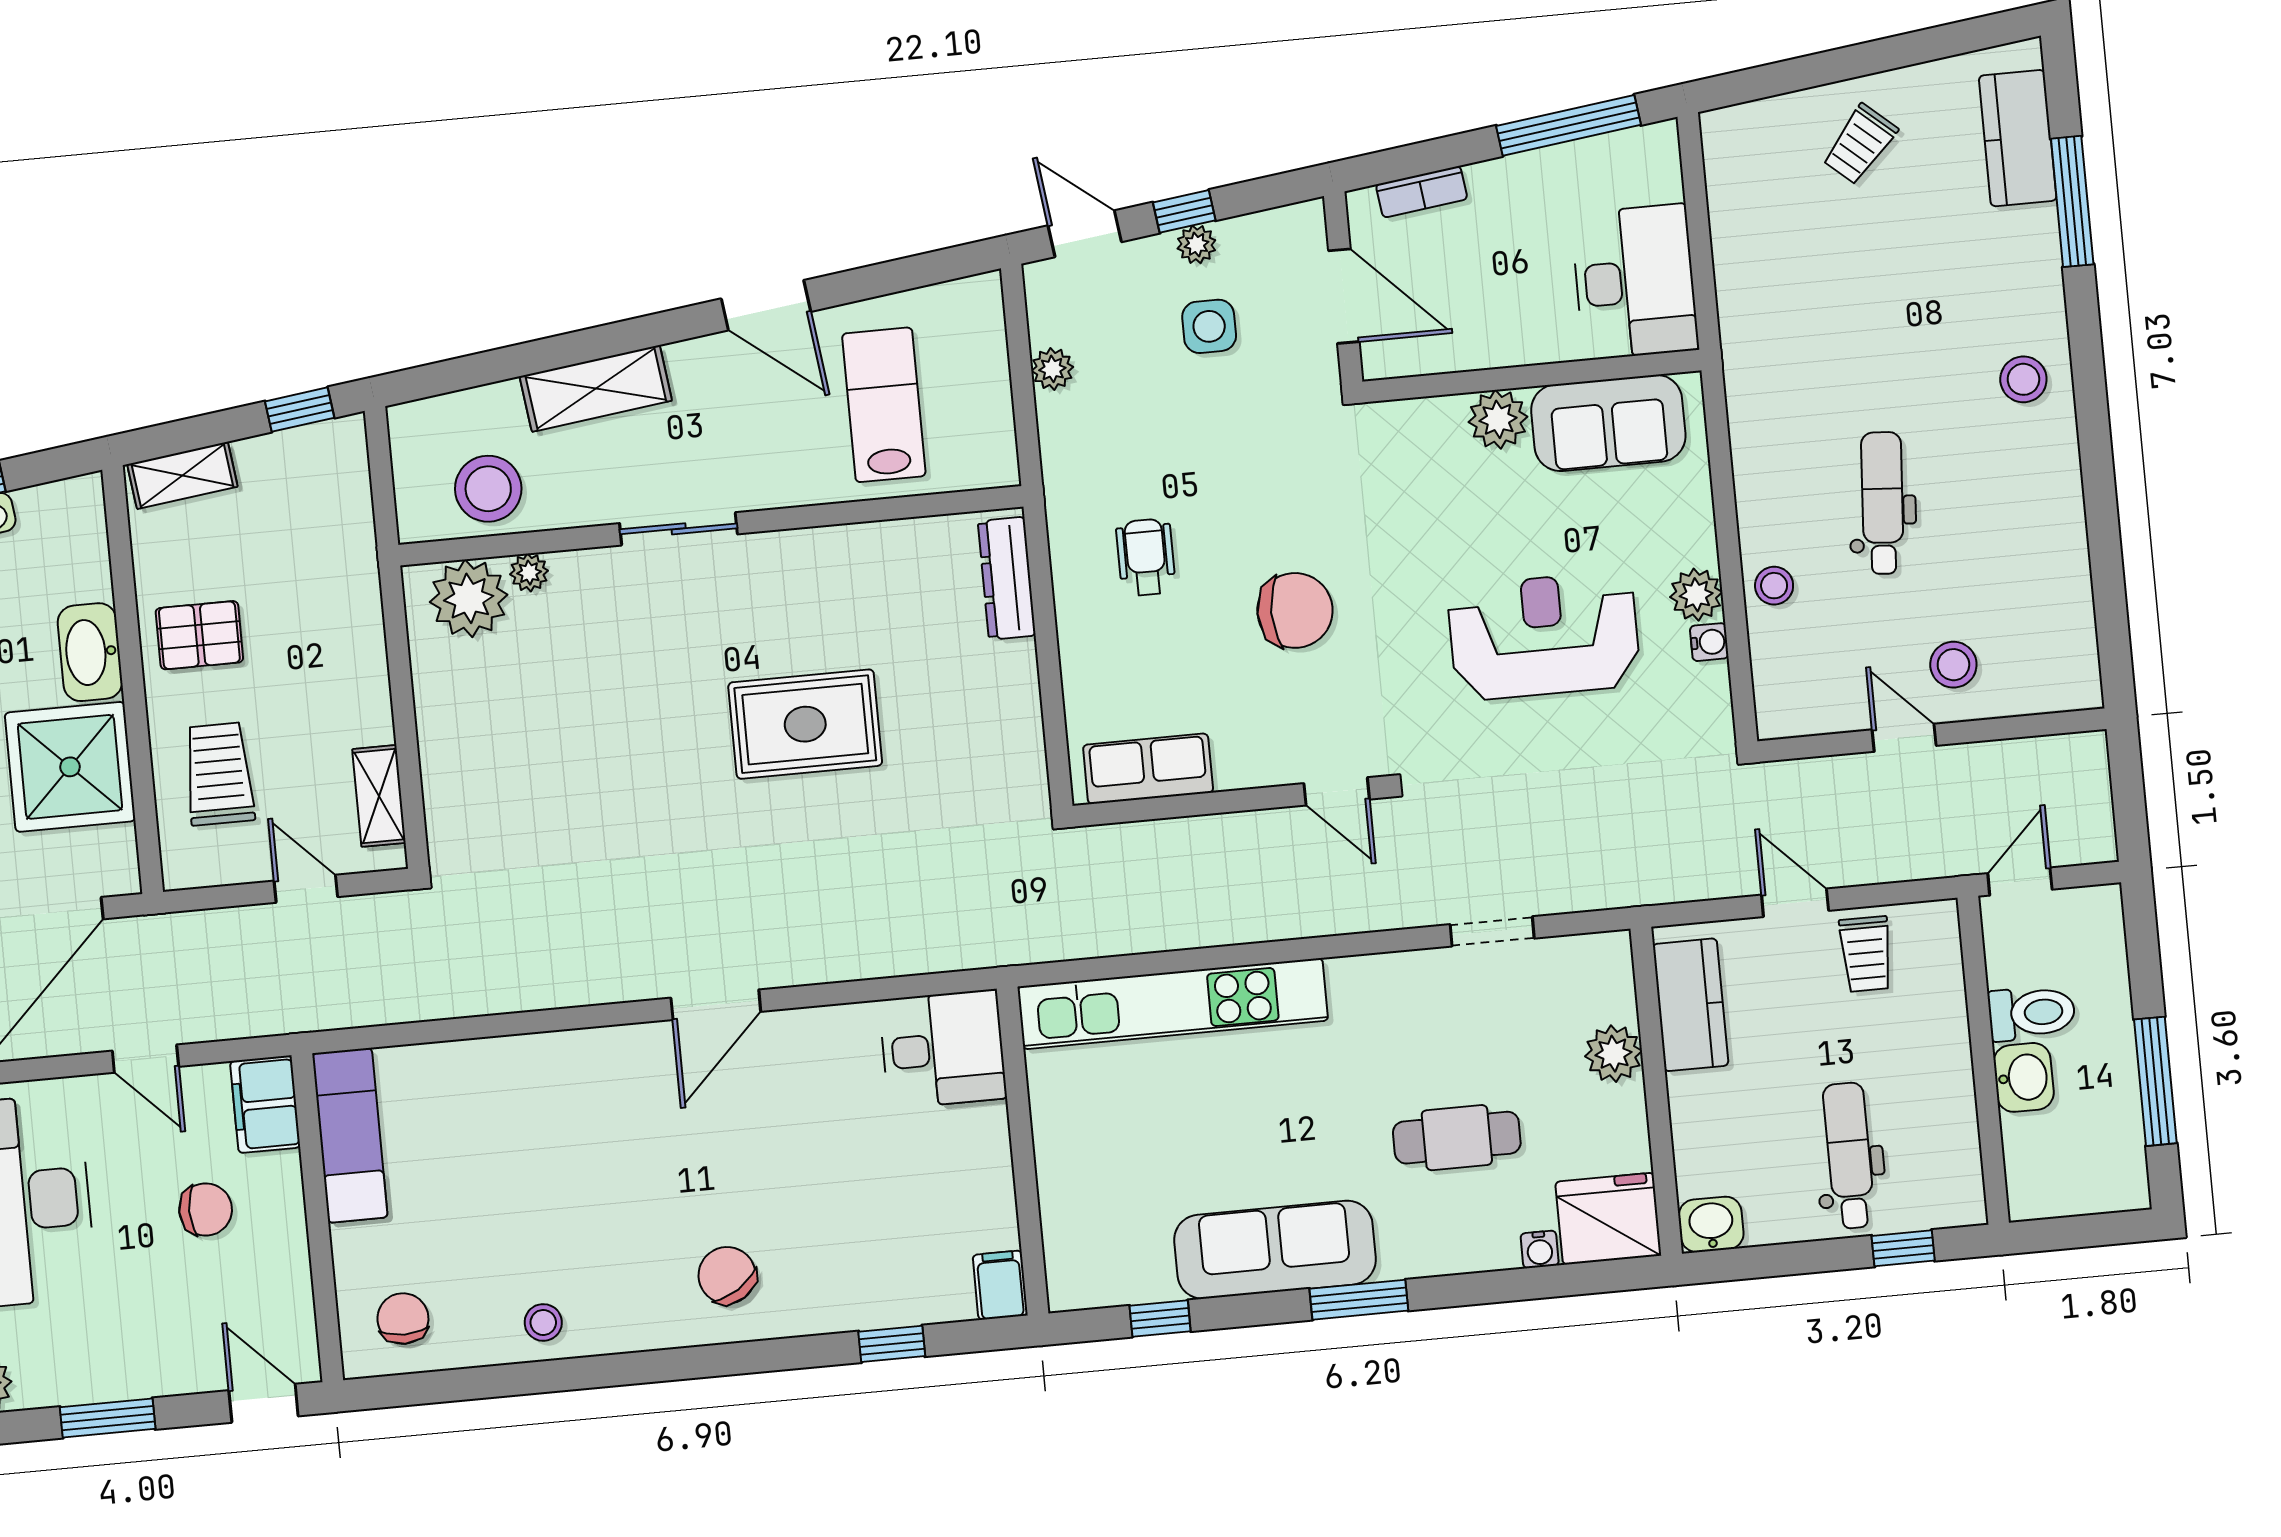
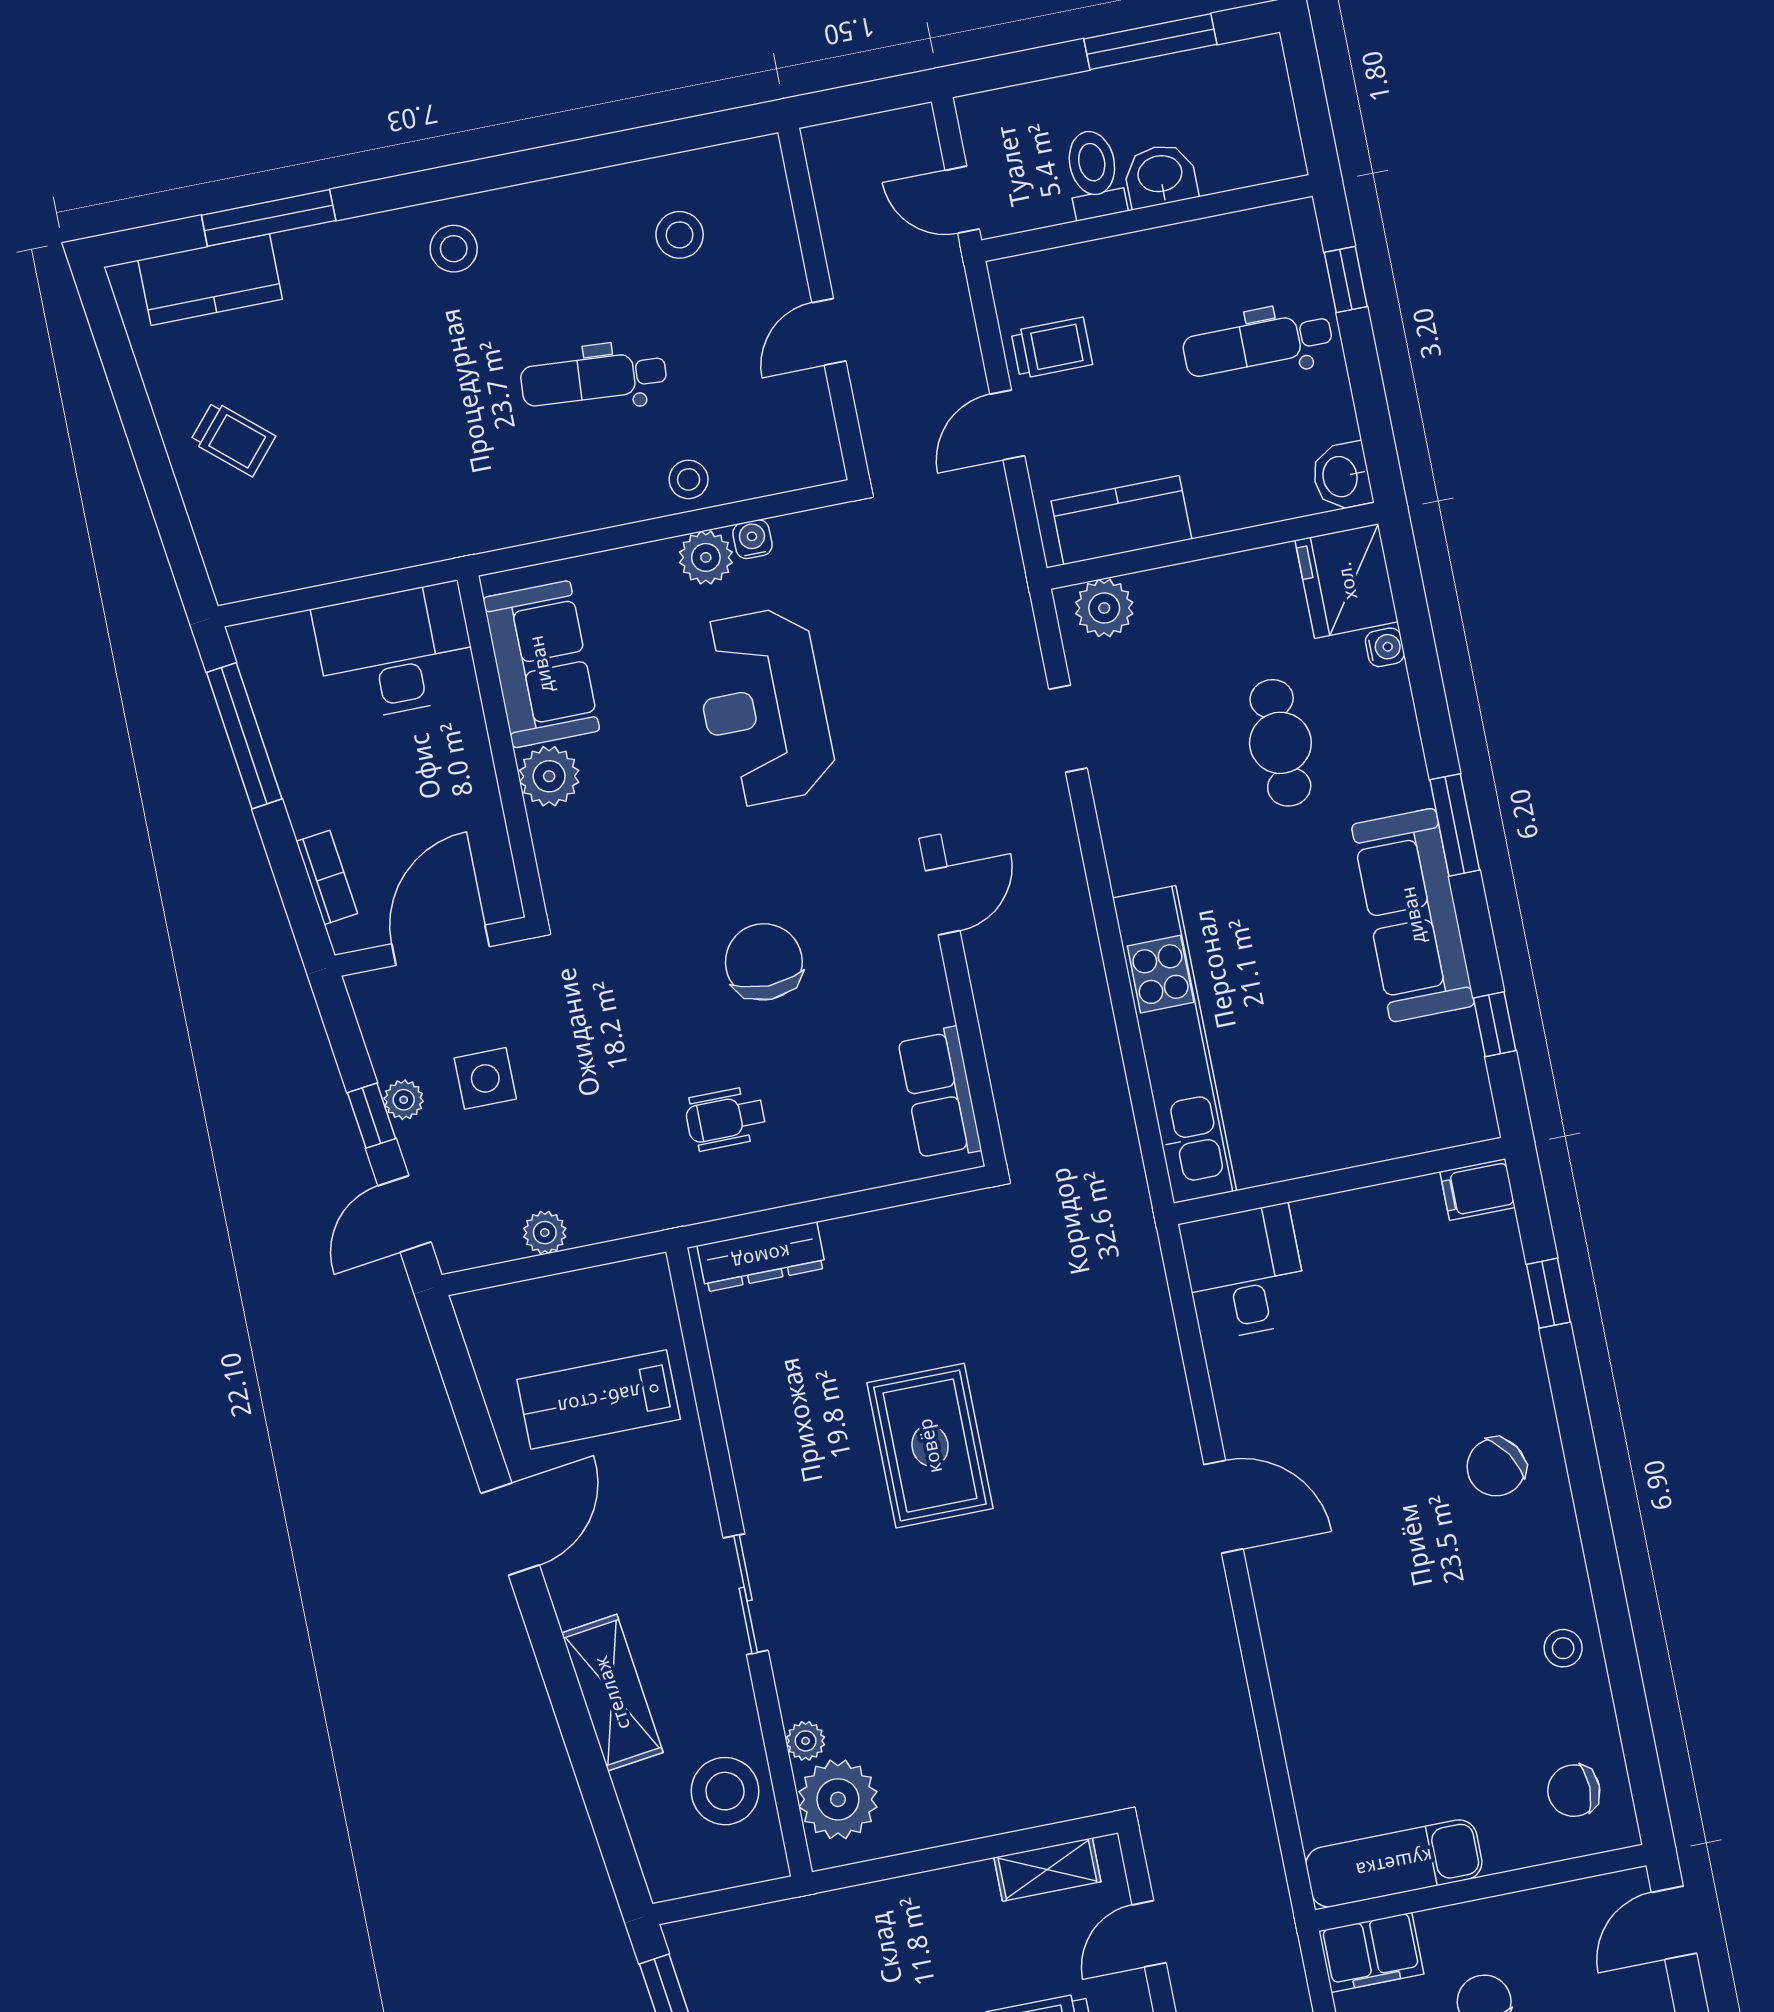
stool: (1953, 665) -> (680, 235), moved
plant: (1613, 1054) -> (1104, 608), moved

